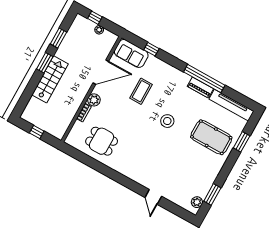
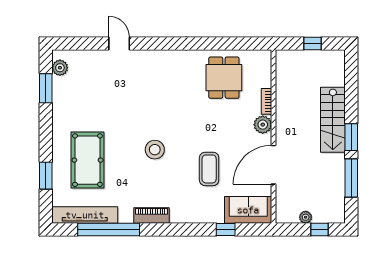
window: (58, 38) -> (351, 178), width x1.44
window: (204, 79) -> (109, 230), moved
piano: (200, 87) -> (152, 216), moved
pool table: (211, 137) -> (87, 160), turned 90
dining table: (102, 141) -> (224, 78), turned 90

